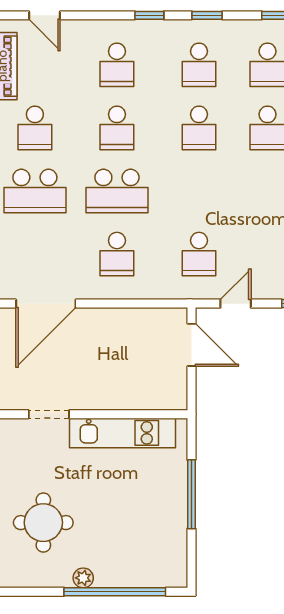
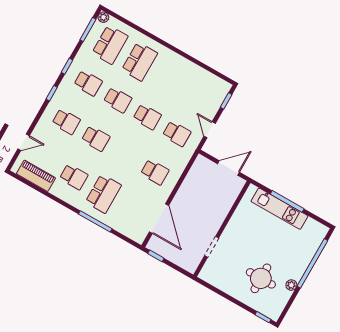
school desk: (117, 191) -> (147, 117), moved, width x0.54
door: (191, 345) -> (229, 168), moved
kitchen unit: (123, 433) -> (279, 209), moved, turned 90
plant: (83, 578) -> (291, 285), moved

